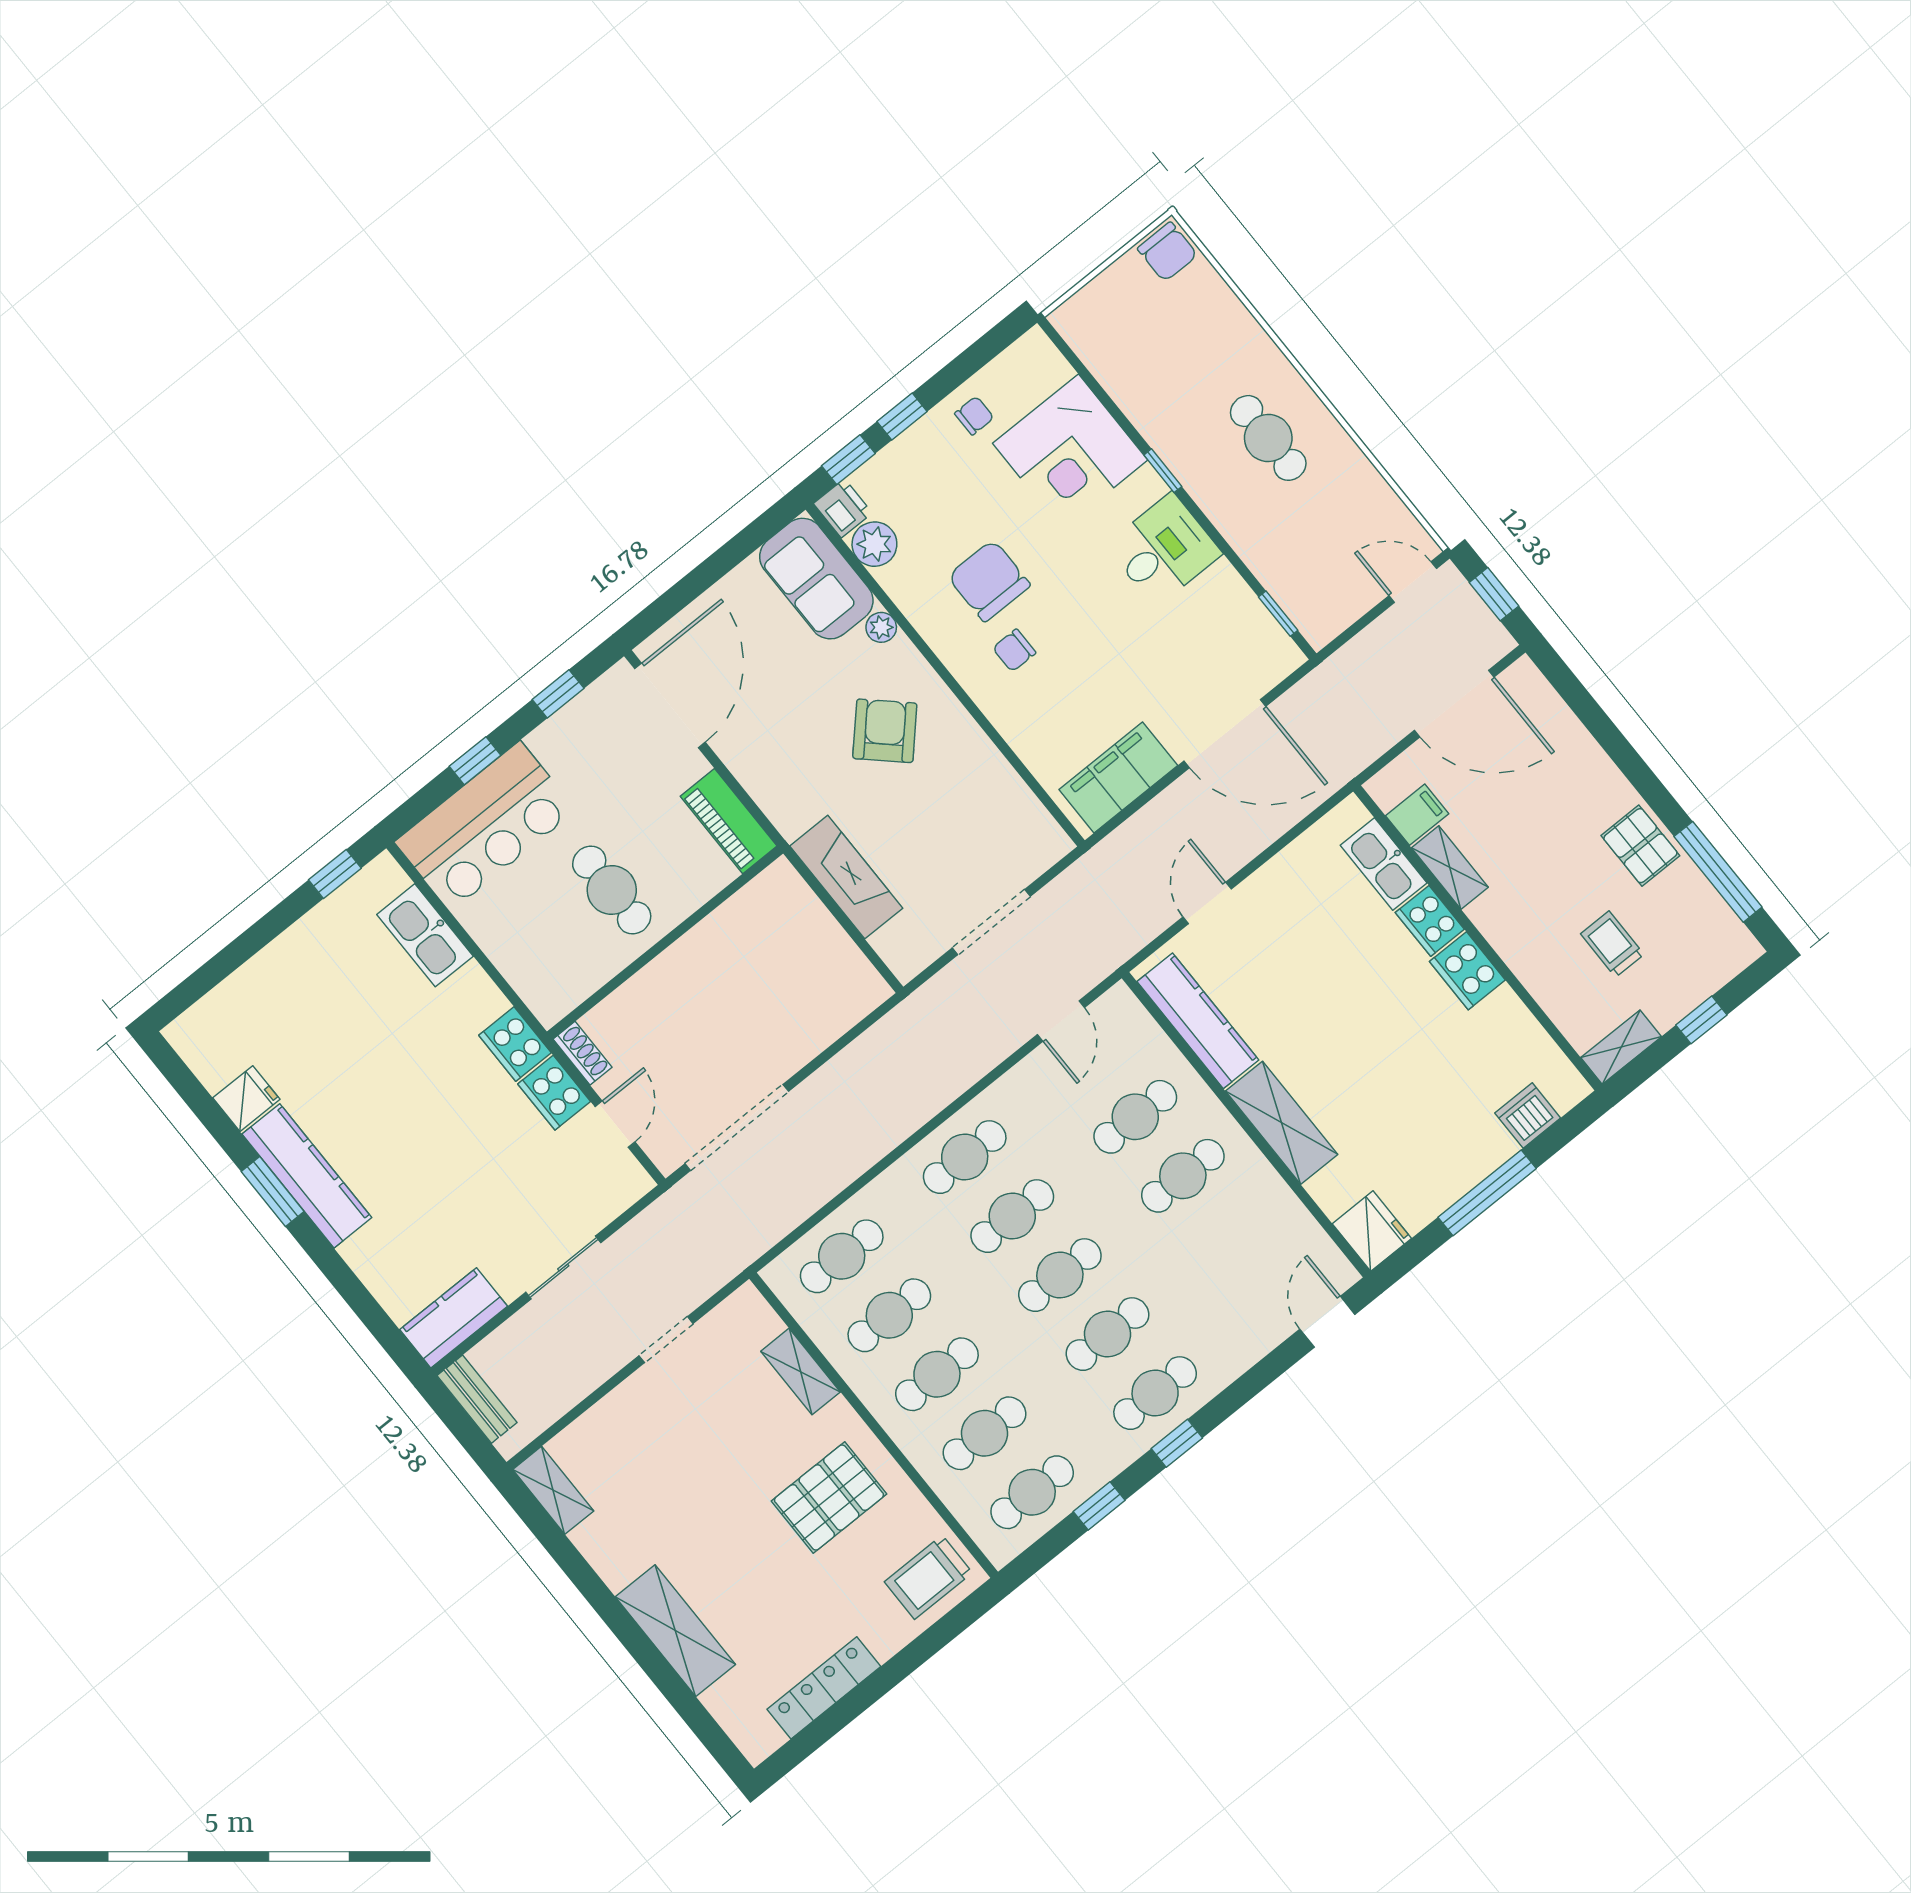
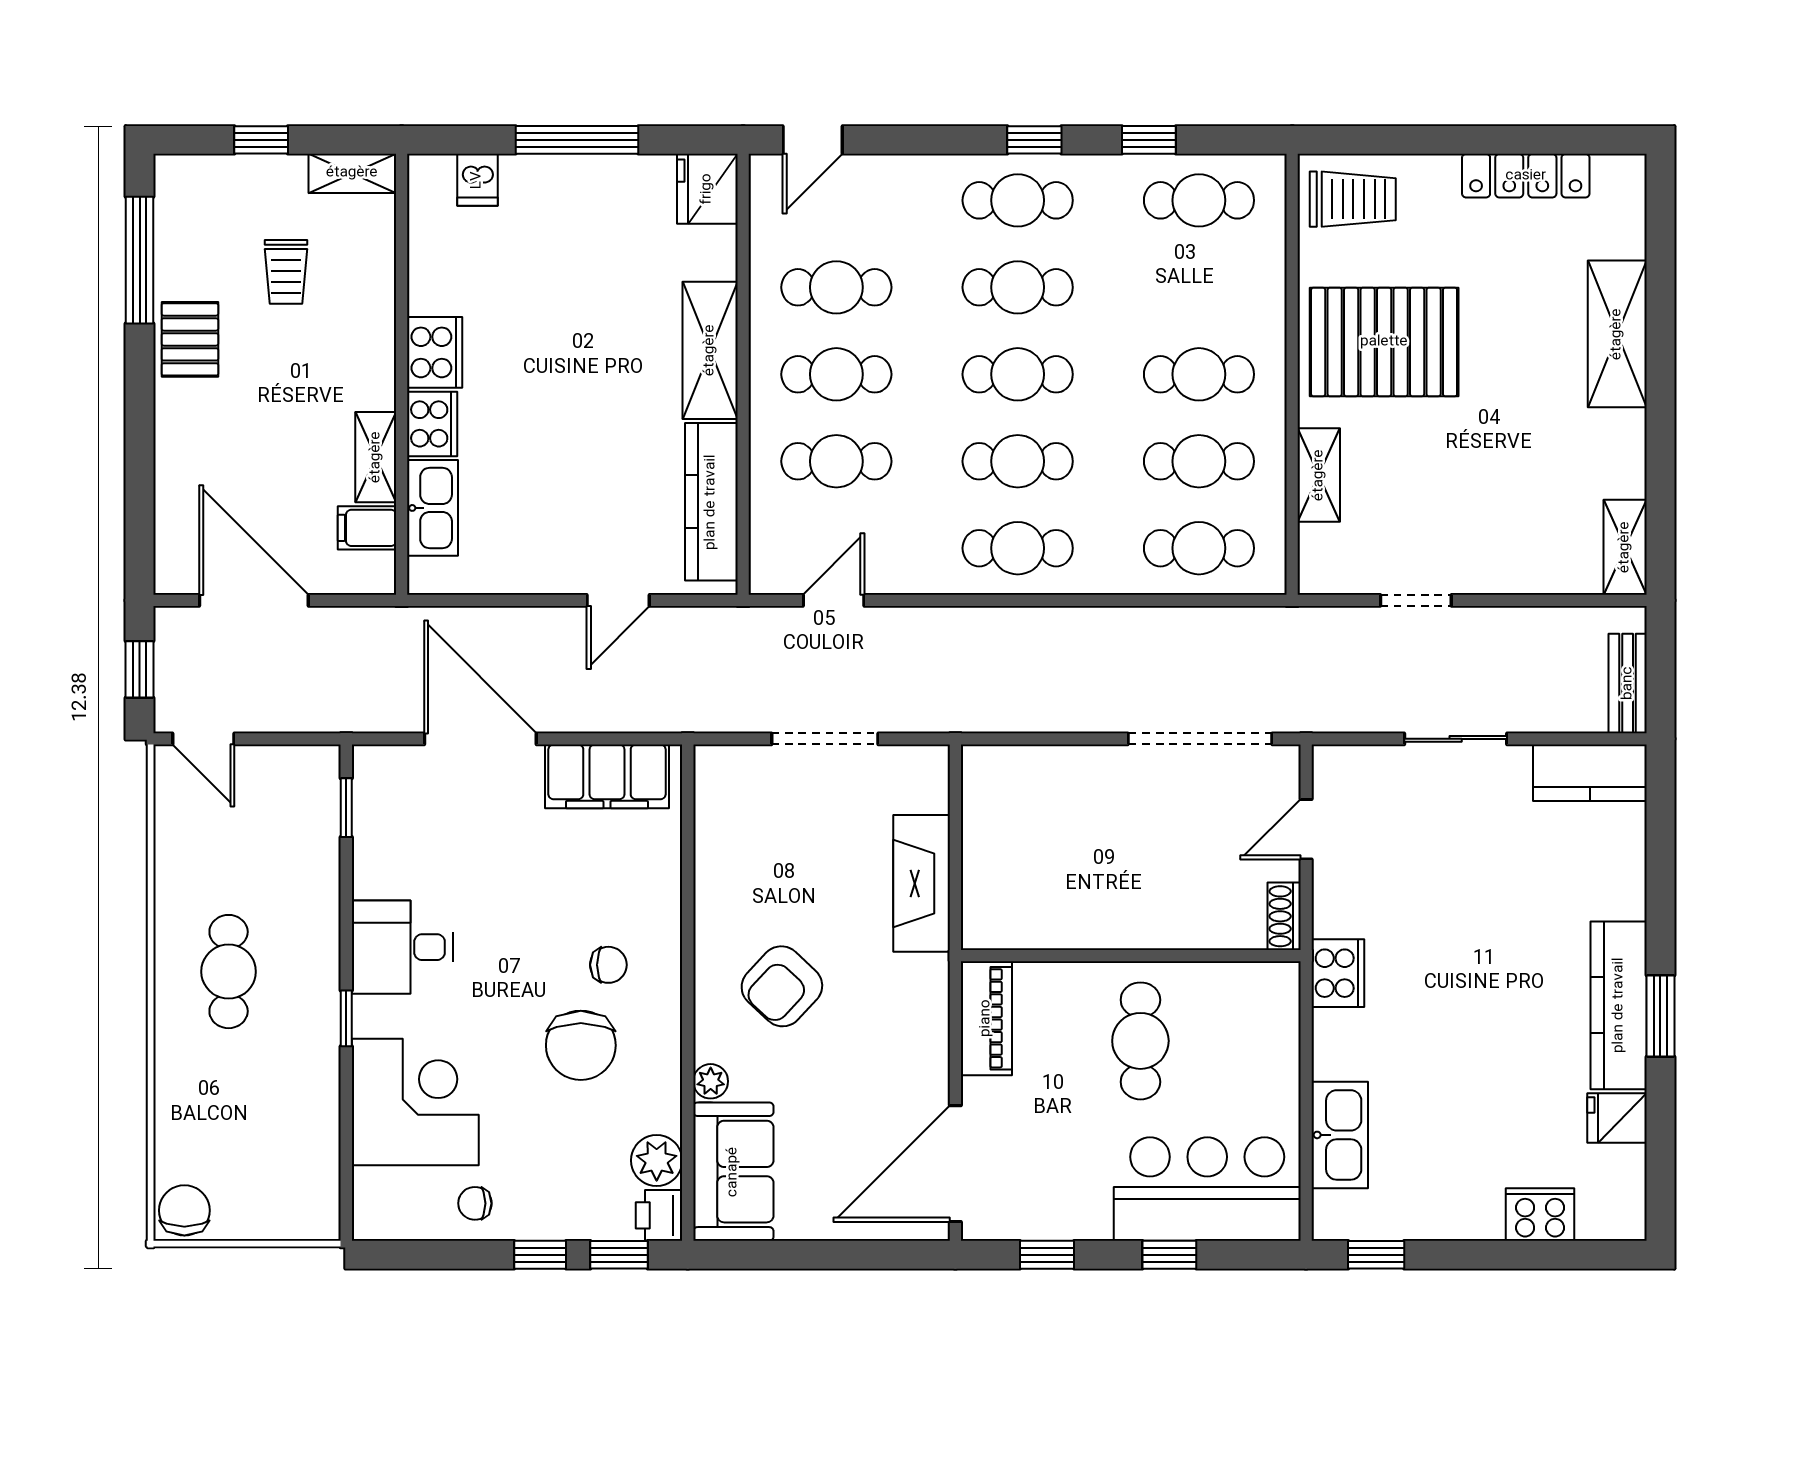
cooker: (554, 1093) -> (1540, 1214), moved, turned -90
dishwasher: (1528, 1115) -> (477, 180), width x0.73
cafe table: (985, 1433) -> (836, 287), moved
pallet: (829, 1498) -> (1384, 342), width x1.37, depth x1.41

